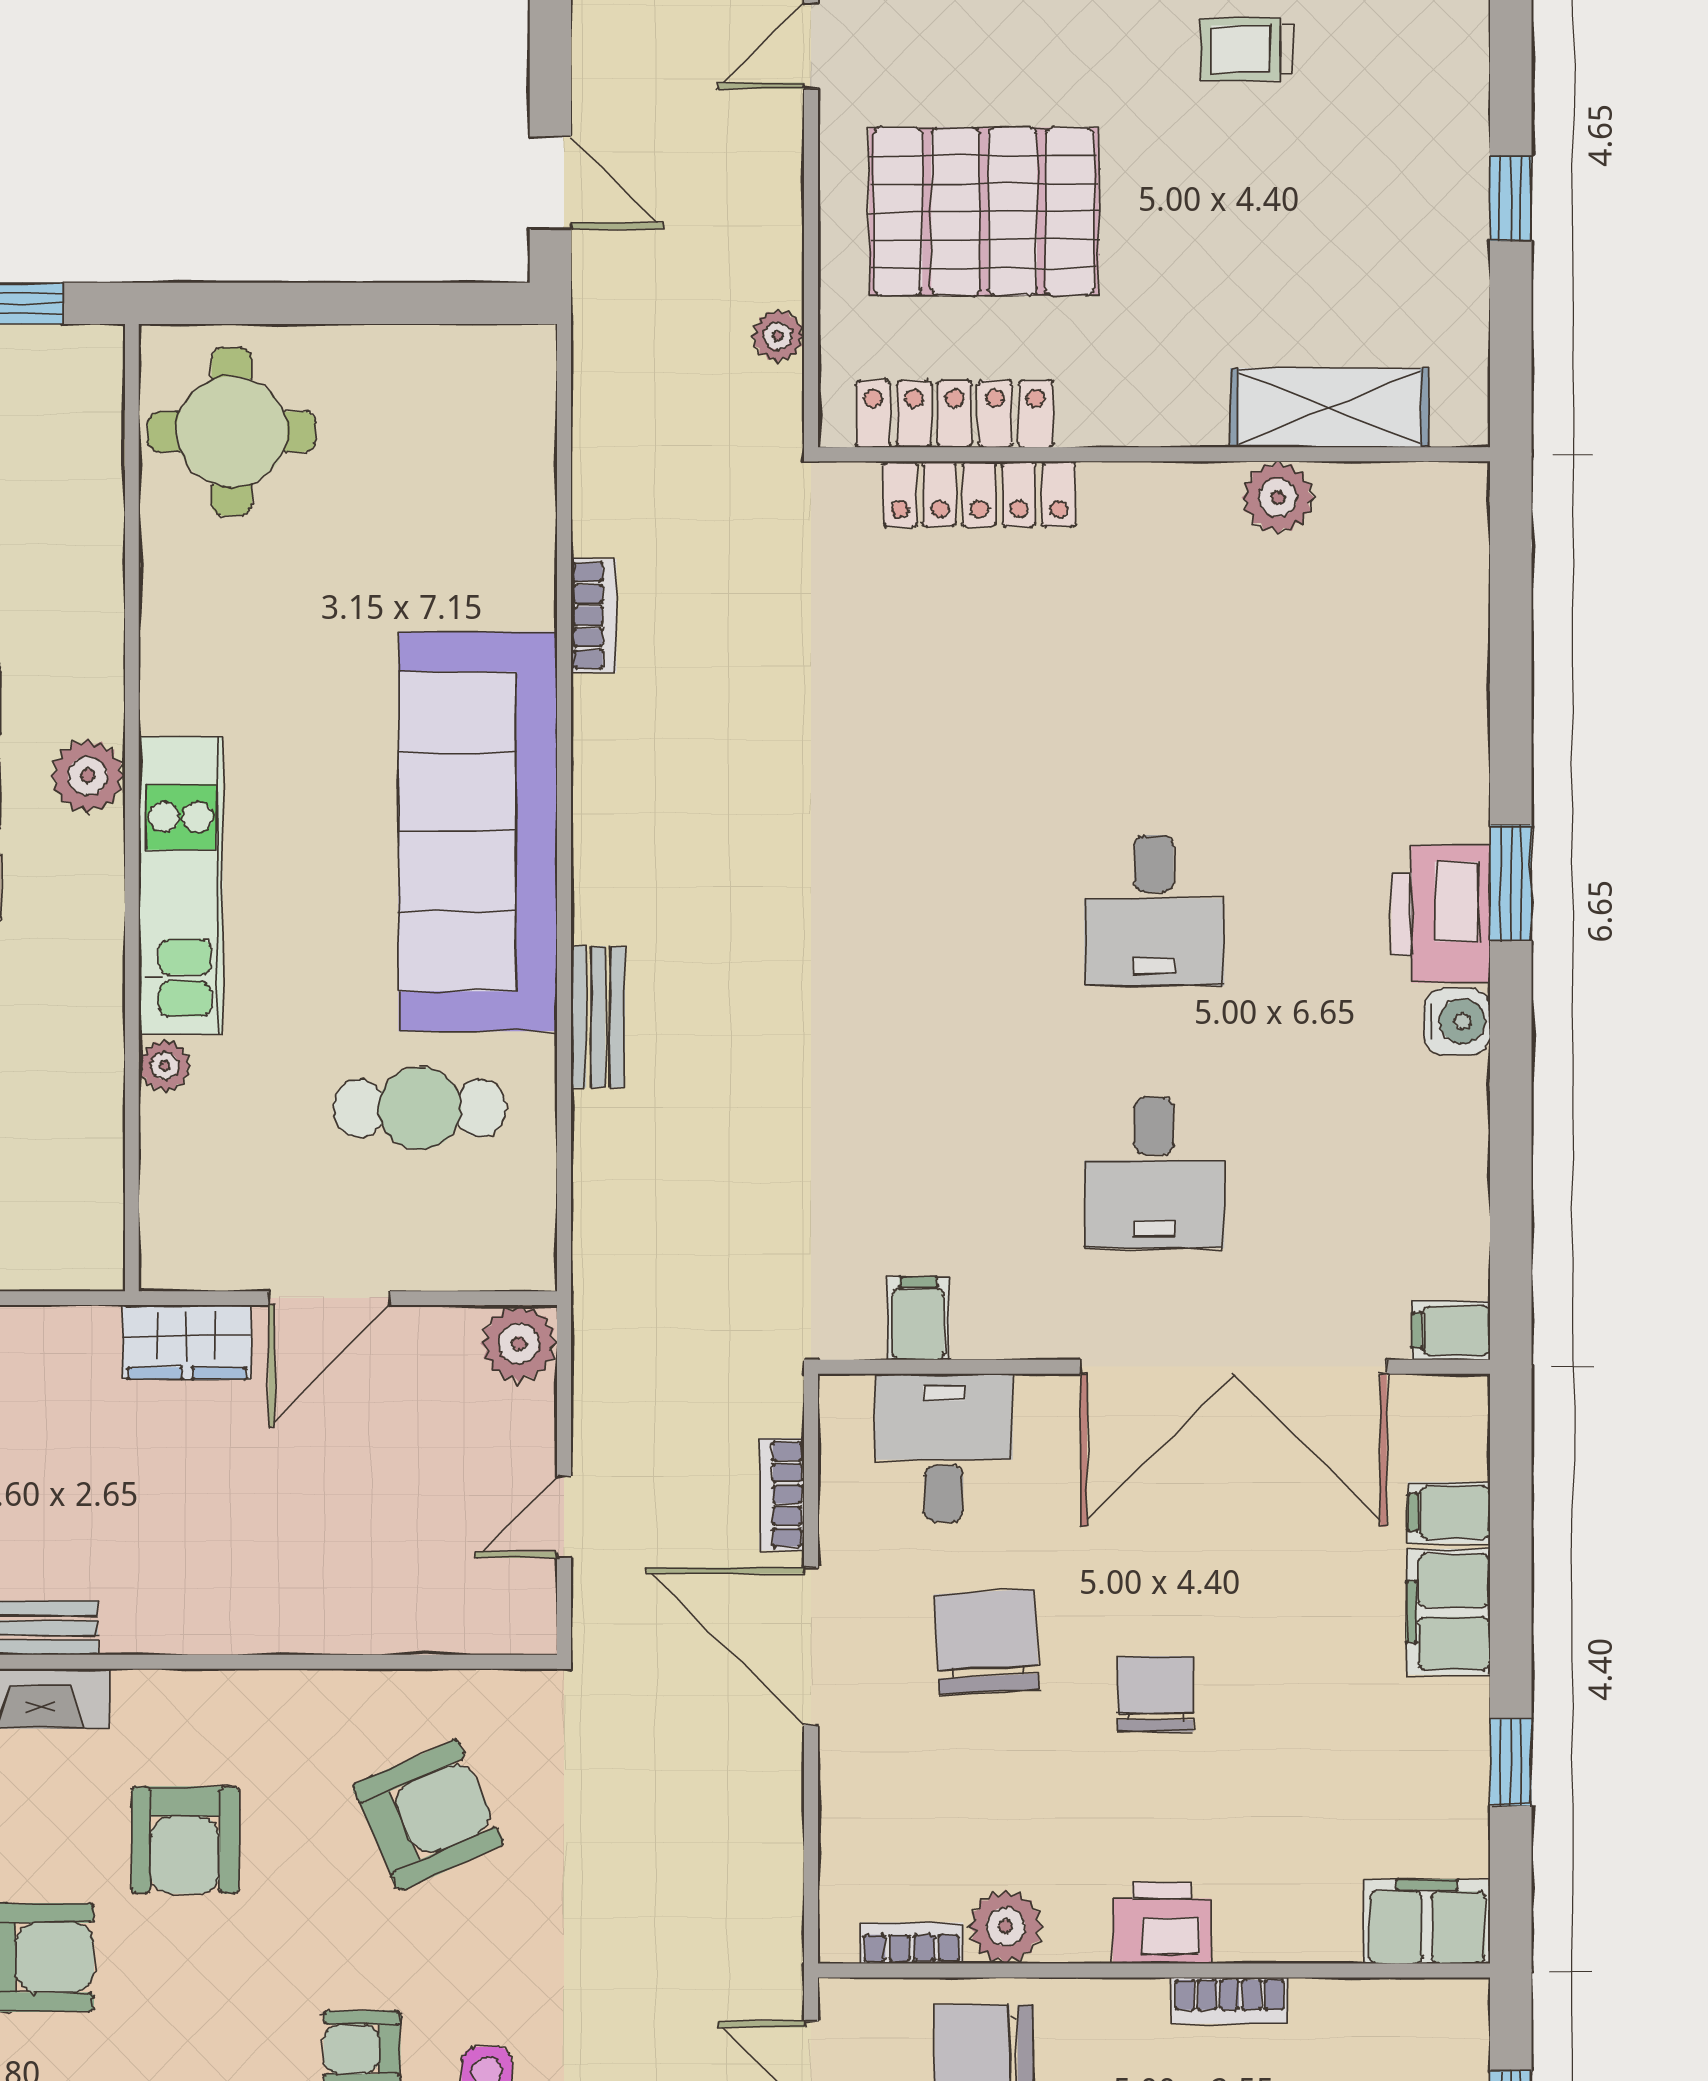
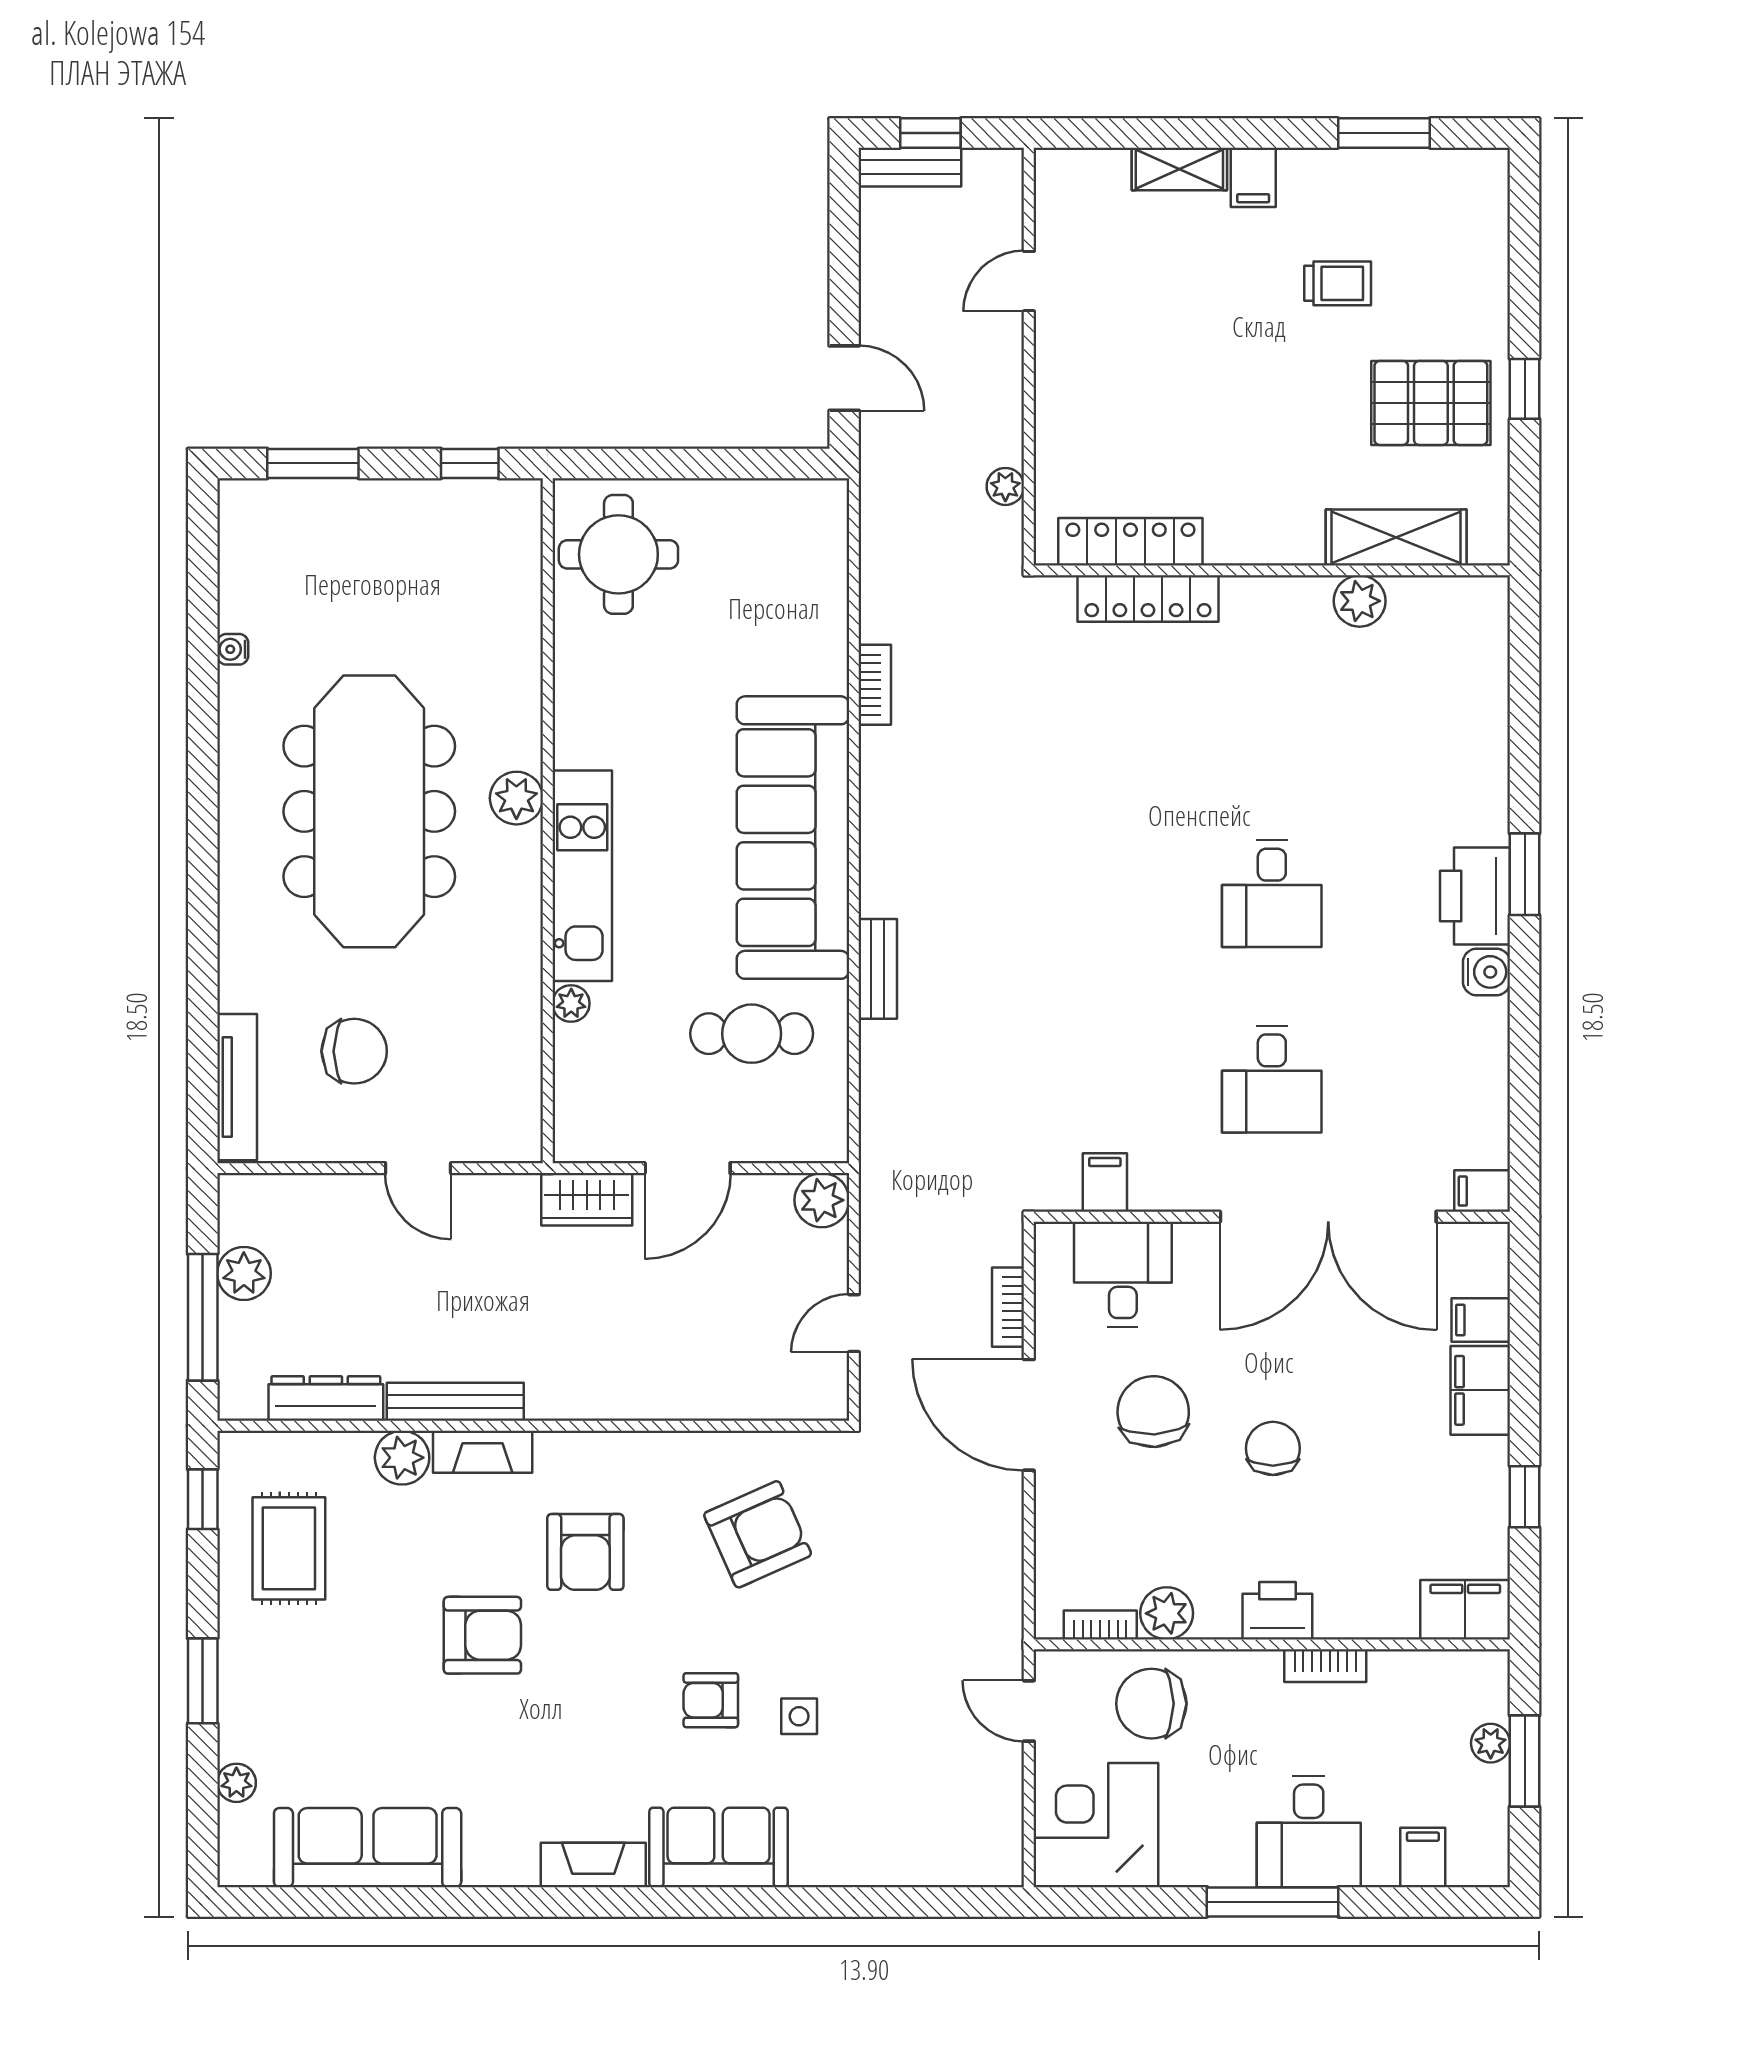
trolley: (1247, 49) -> (1338, 283), turned 180
pallet: (984, 211) -> (1431, 403), moved, width x0.73, depth x0.71

